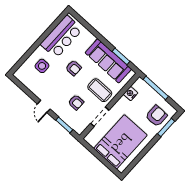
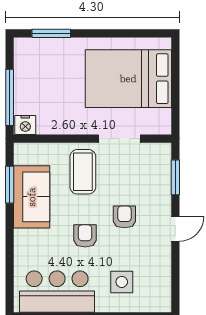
sofa: (108, 61) -> (32, 197), width x0.73
nightstand: (131, 94) -> (25, 125), moved
armchair: (76, 102) -> (124, 217), moved
armchair: (156, 116) -> (47, 61), removed

